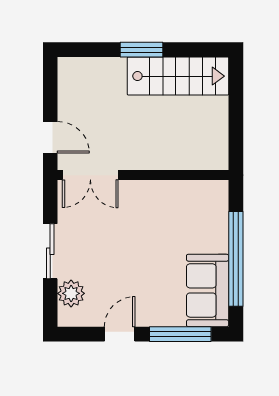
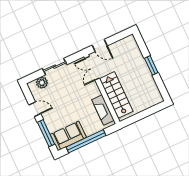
stairs: (178, 76) -> (116, 95), moved, turned 180
door: (50, 137) -> (100, 46), hinge flipped
fireplace: (187, 193) -> (103, 110), added

